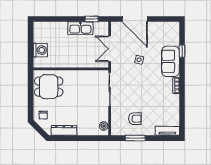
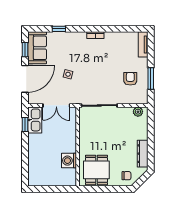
window: (162, 19) -> (25, 50), added
kitchen sink: (80, 28) -> (35, 120), moved
washing machine: (40, 50) -> (69, 161), moved, turned -90
sofa: (171, 61) -> (37, 48), moved, turned -90

